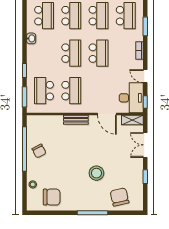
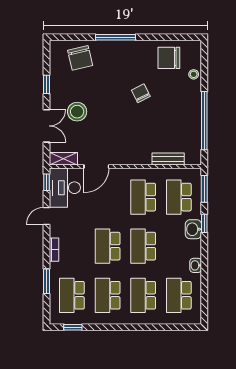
washbasin: (33, 66) -> (193, 229), added
door: (145, 76) -> (46, 216), swing flipped
school desk: (44, 91) -> (179, 197), turned 180
door: (107, 114) -> (96, 166), swing flipped
bench: (76, 120) -> (168, 159), moved
chair: (39, 151) -> (141, 93), moved
stool: (96, 173) -> (77, 112), moved

